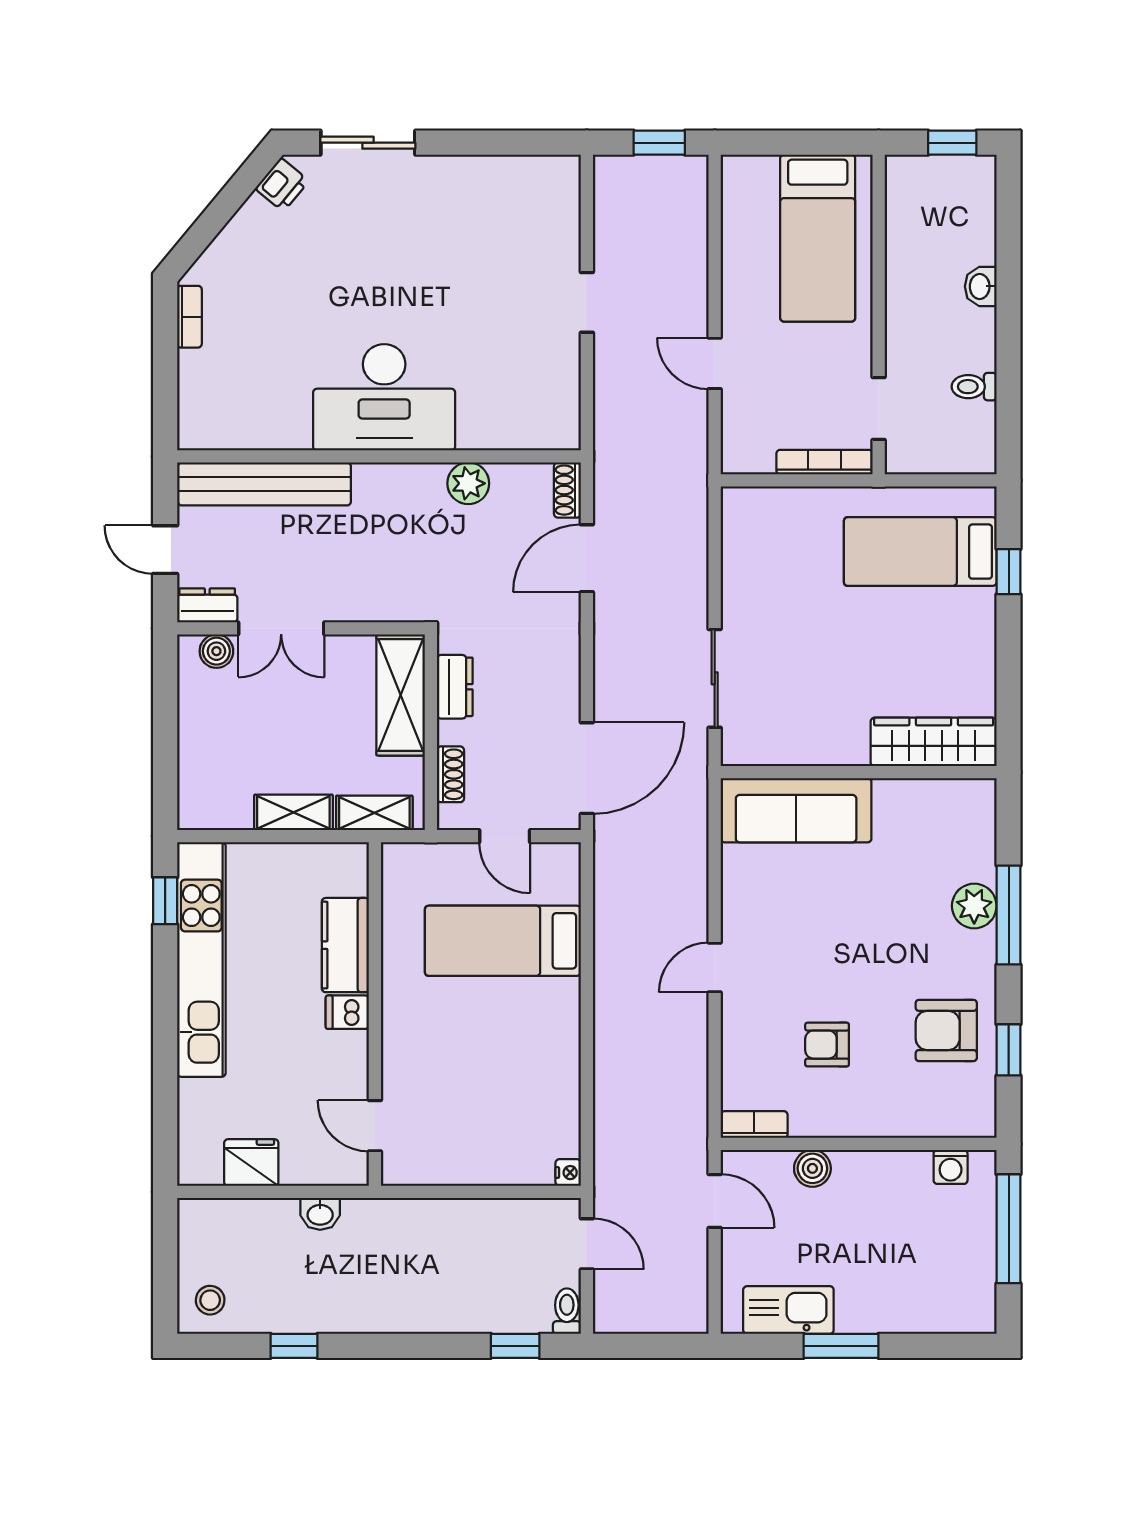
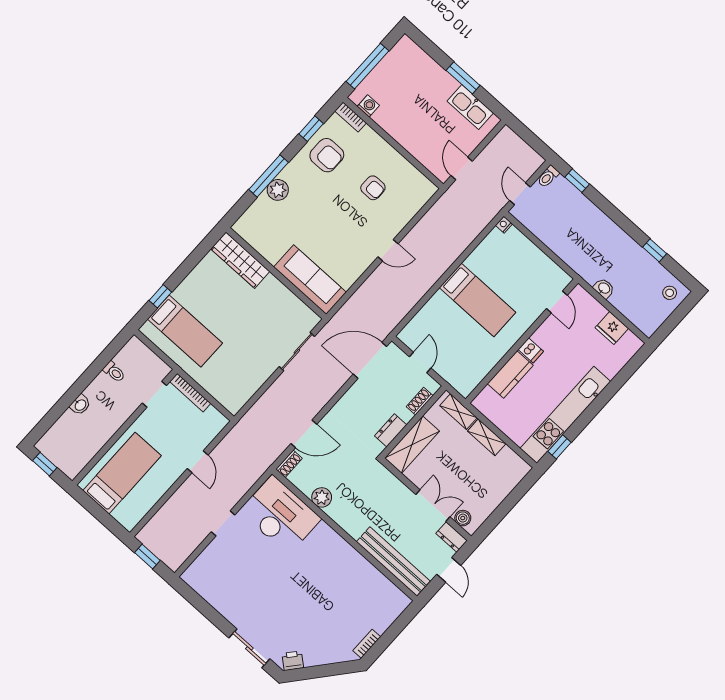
desk: (384, 397) -> (280, 515), moved
bed: (503, 941) -> (478, 300), moved
bookcase: (754, 1125) -> (351, 117), moved
boiler: (812, 1168) -> (417, 149), removed

